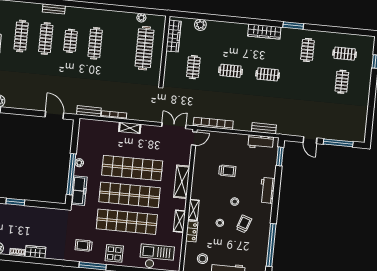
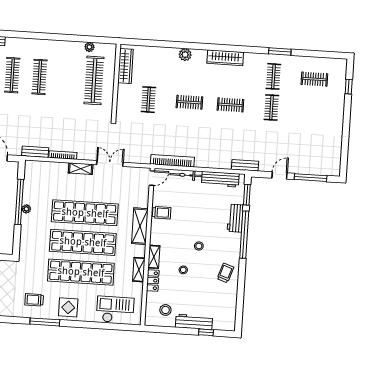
plant: (200, 25) -> (185, 55), moved
window: (293, 25) -> (280, 51), moved
clothes rail: (70, 41) -> (12, 75), width x1.36
clothes rail: (342, 82) -> (271, 107), moved
double door: (174, 126) -> (110, 163), moved
bench: (264, 128) -> (245, 165), moved
bicycle: (225, 137) -> (186, 175), added
door: (310, 140) -> (280, 176), swing flipped
workbench: (261, 142) -> (220, 179), width x1.37
trolley: (227, 171) -> (162, 213), moved
window: (71, 174) -> (19, 202), moved
workbench: (267, 190) -> (235, 218), moved
freezer: (79, 191) -> (27, 240), removed
trolley: (244, 224) -> (225, 273), moved
window: (271, 245) -> (244, 235), moved

